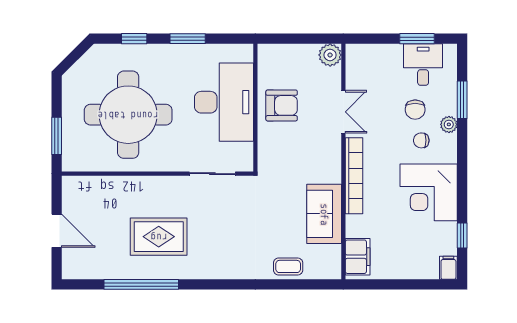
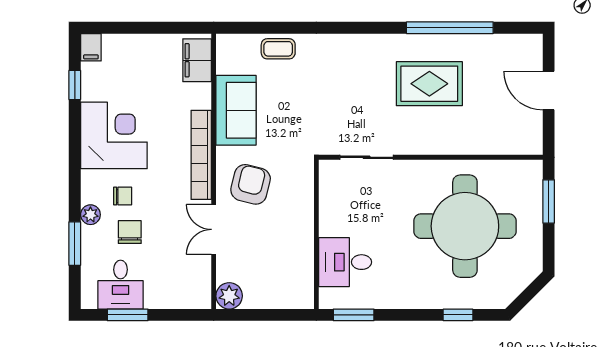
window: (188, 39) -> (354, 315), moved
desk: (224, 102) -> (345, 262), width x0.53, depth x0.77
armchair: (282, 105) -> (251, 184), moved, turned 104

